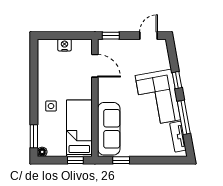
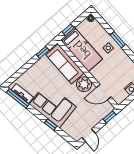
plant: (108, 91) -> (84, 84), added
window: (184, 117) -> (18, 98), moved
window: (34, 136) -> (118, 40), moved

